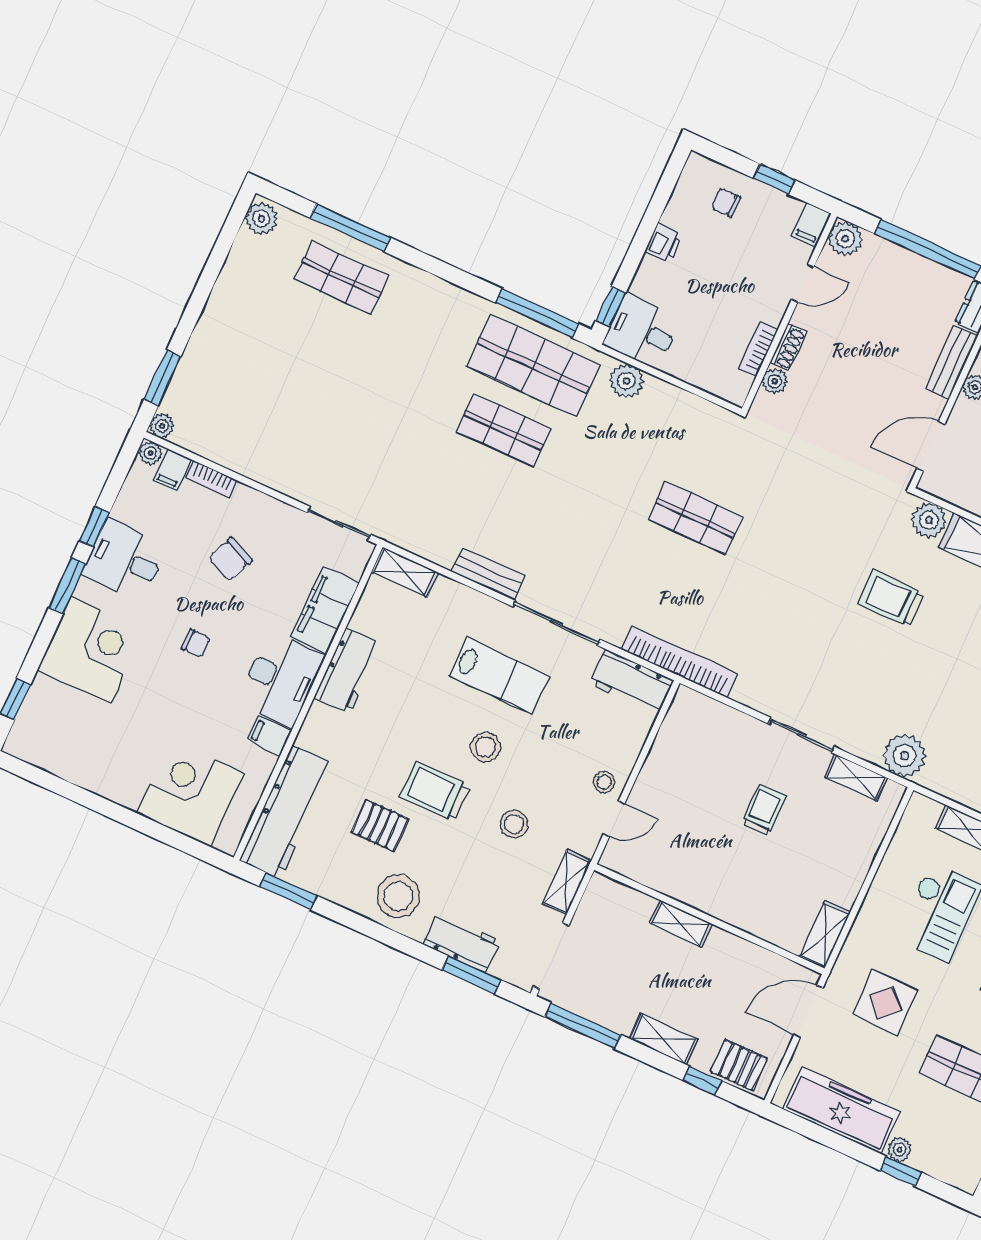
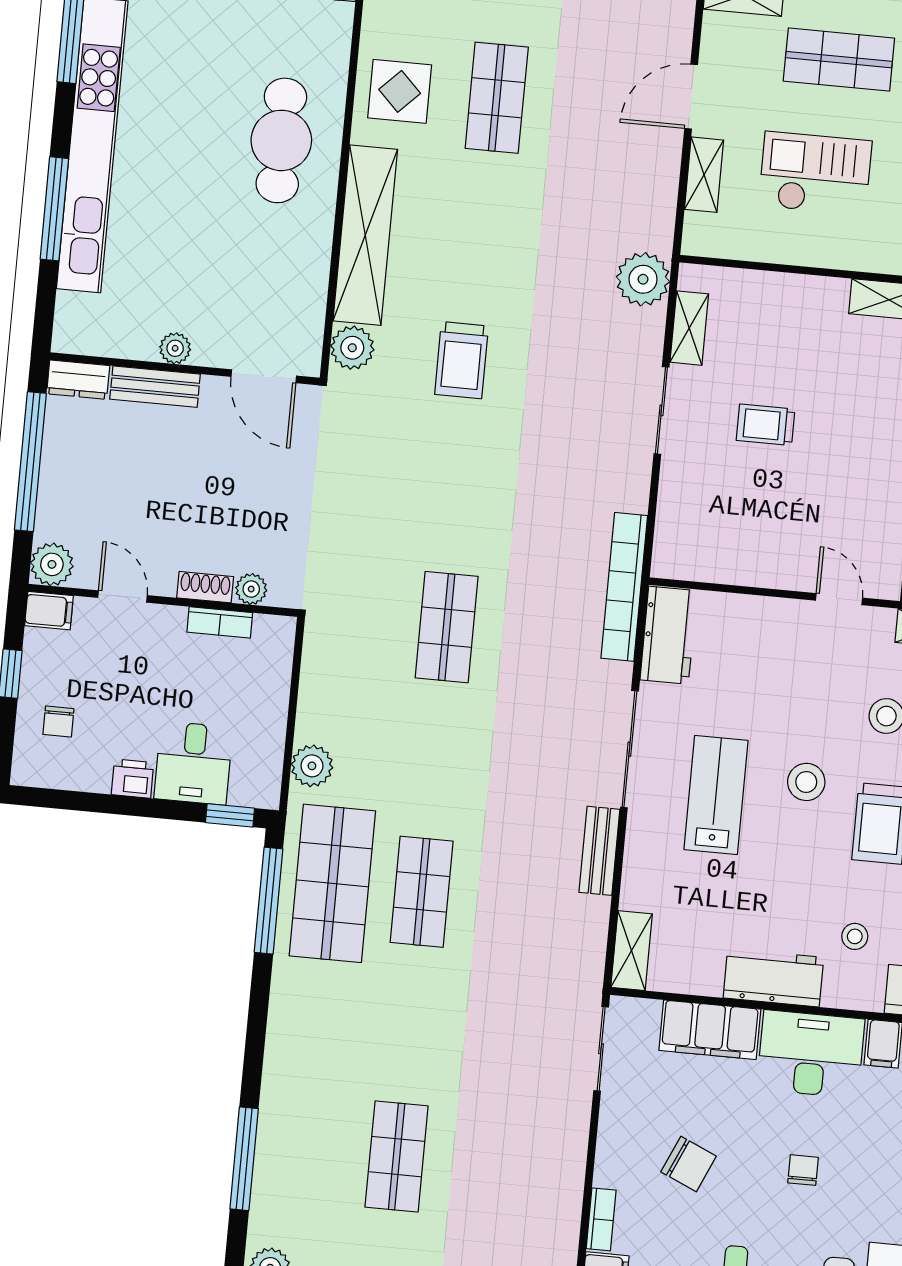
shop shelf: (341, 278) -> (397, 1157), moved
desk: (642, 331) -> (193, 763), moved
stool: (604, 782) -> (855, 936), moved

